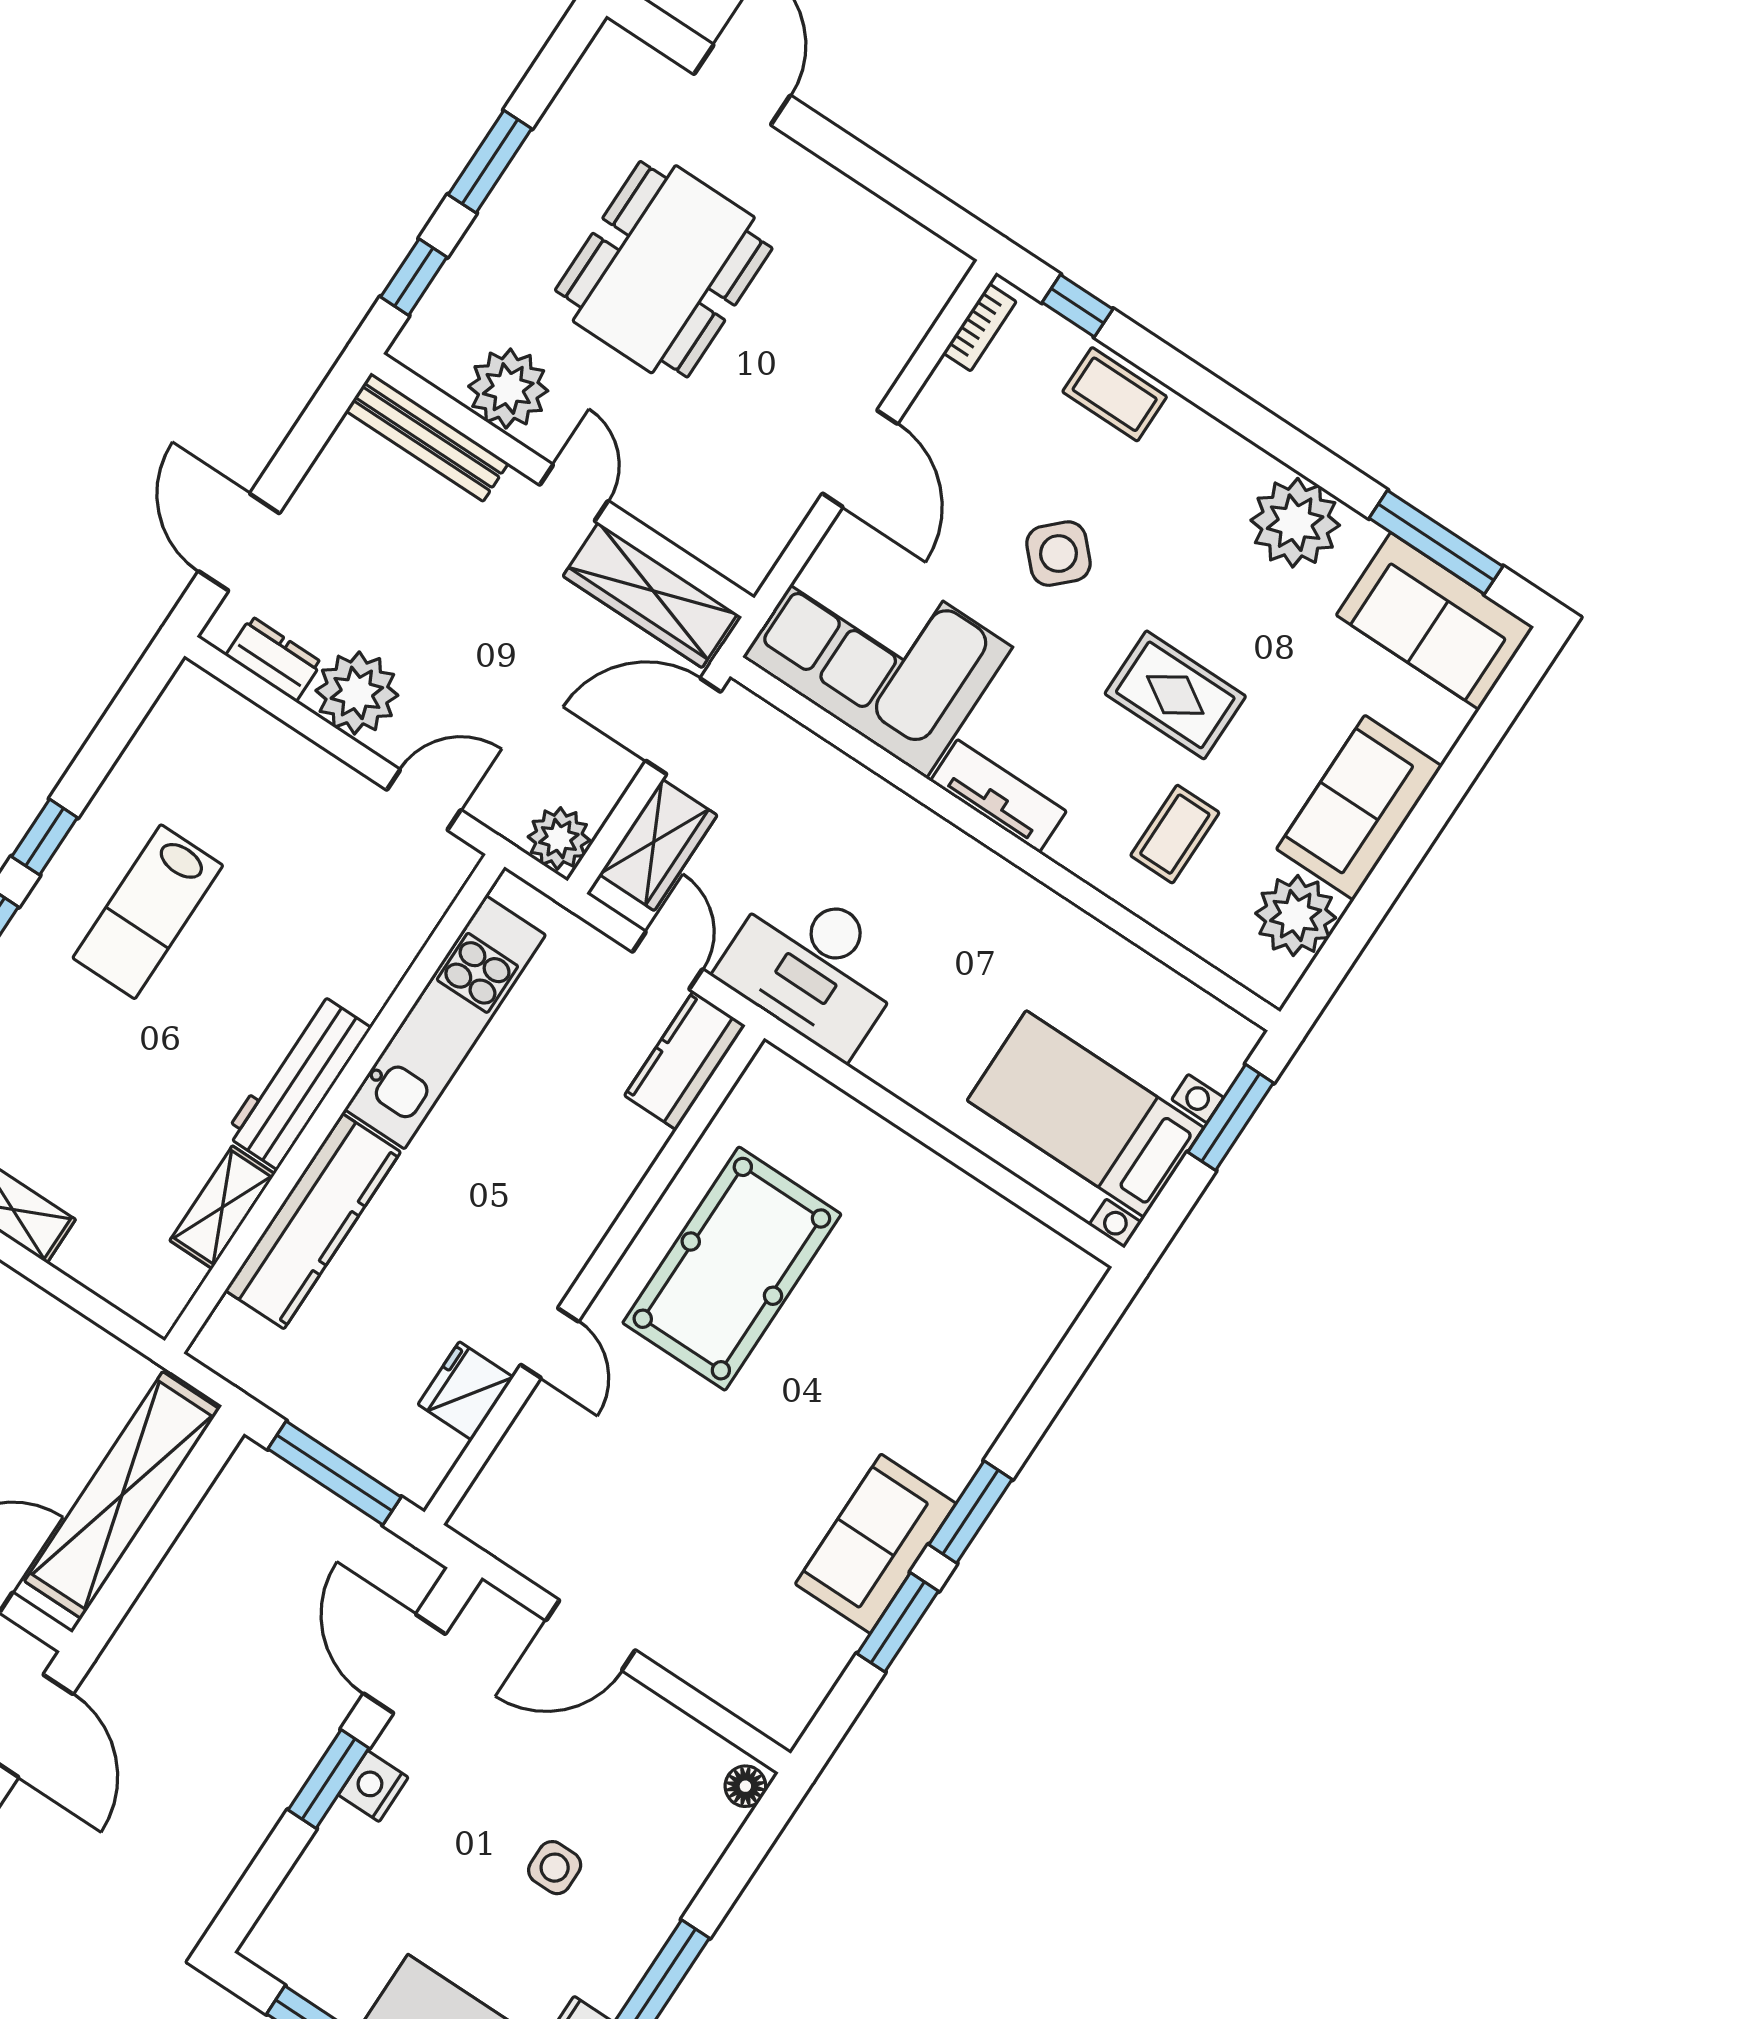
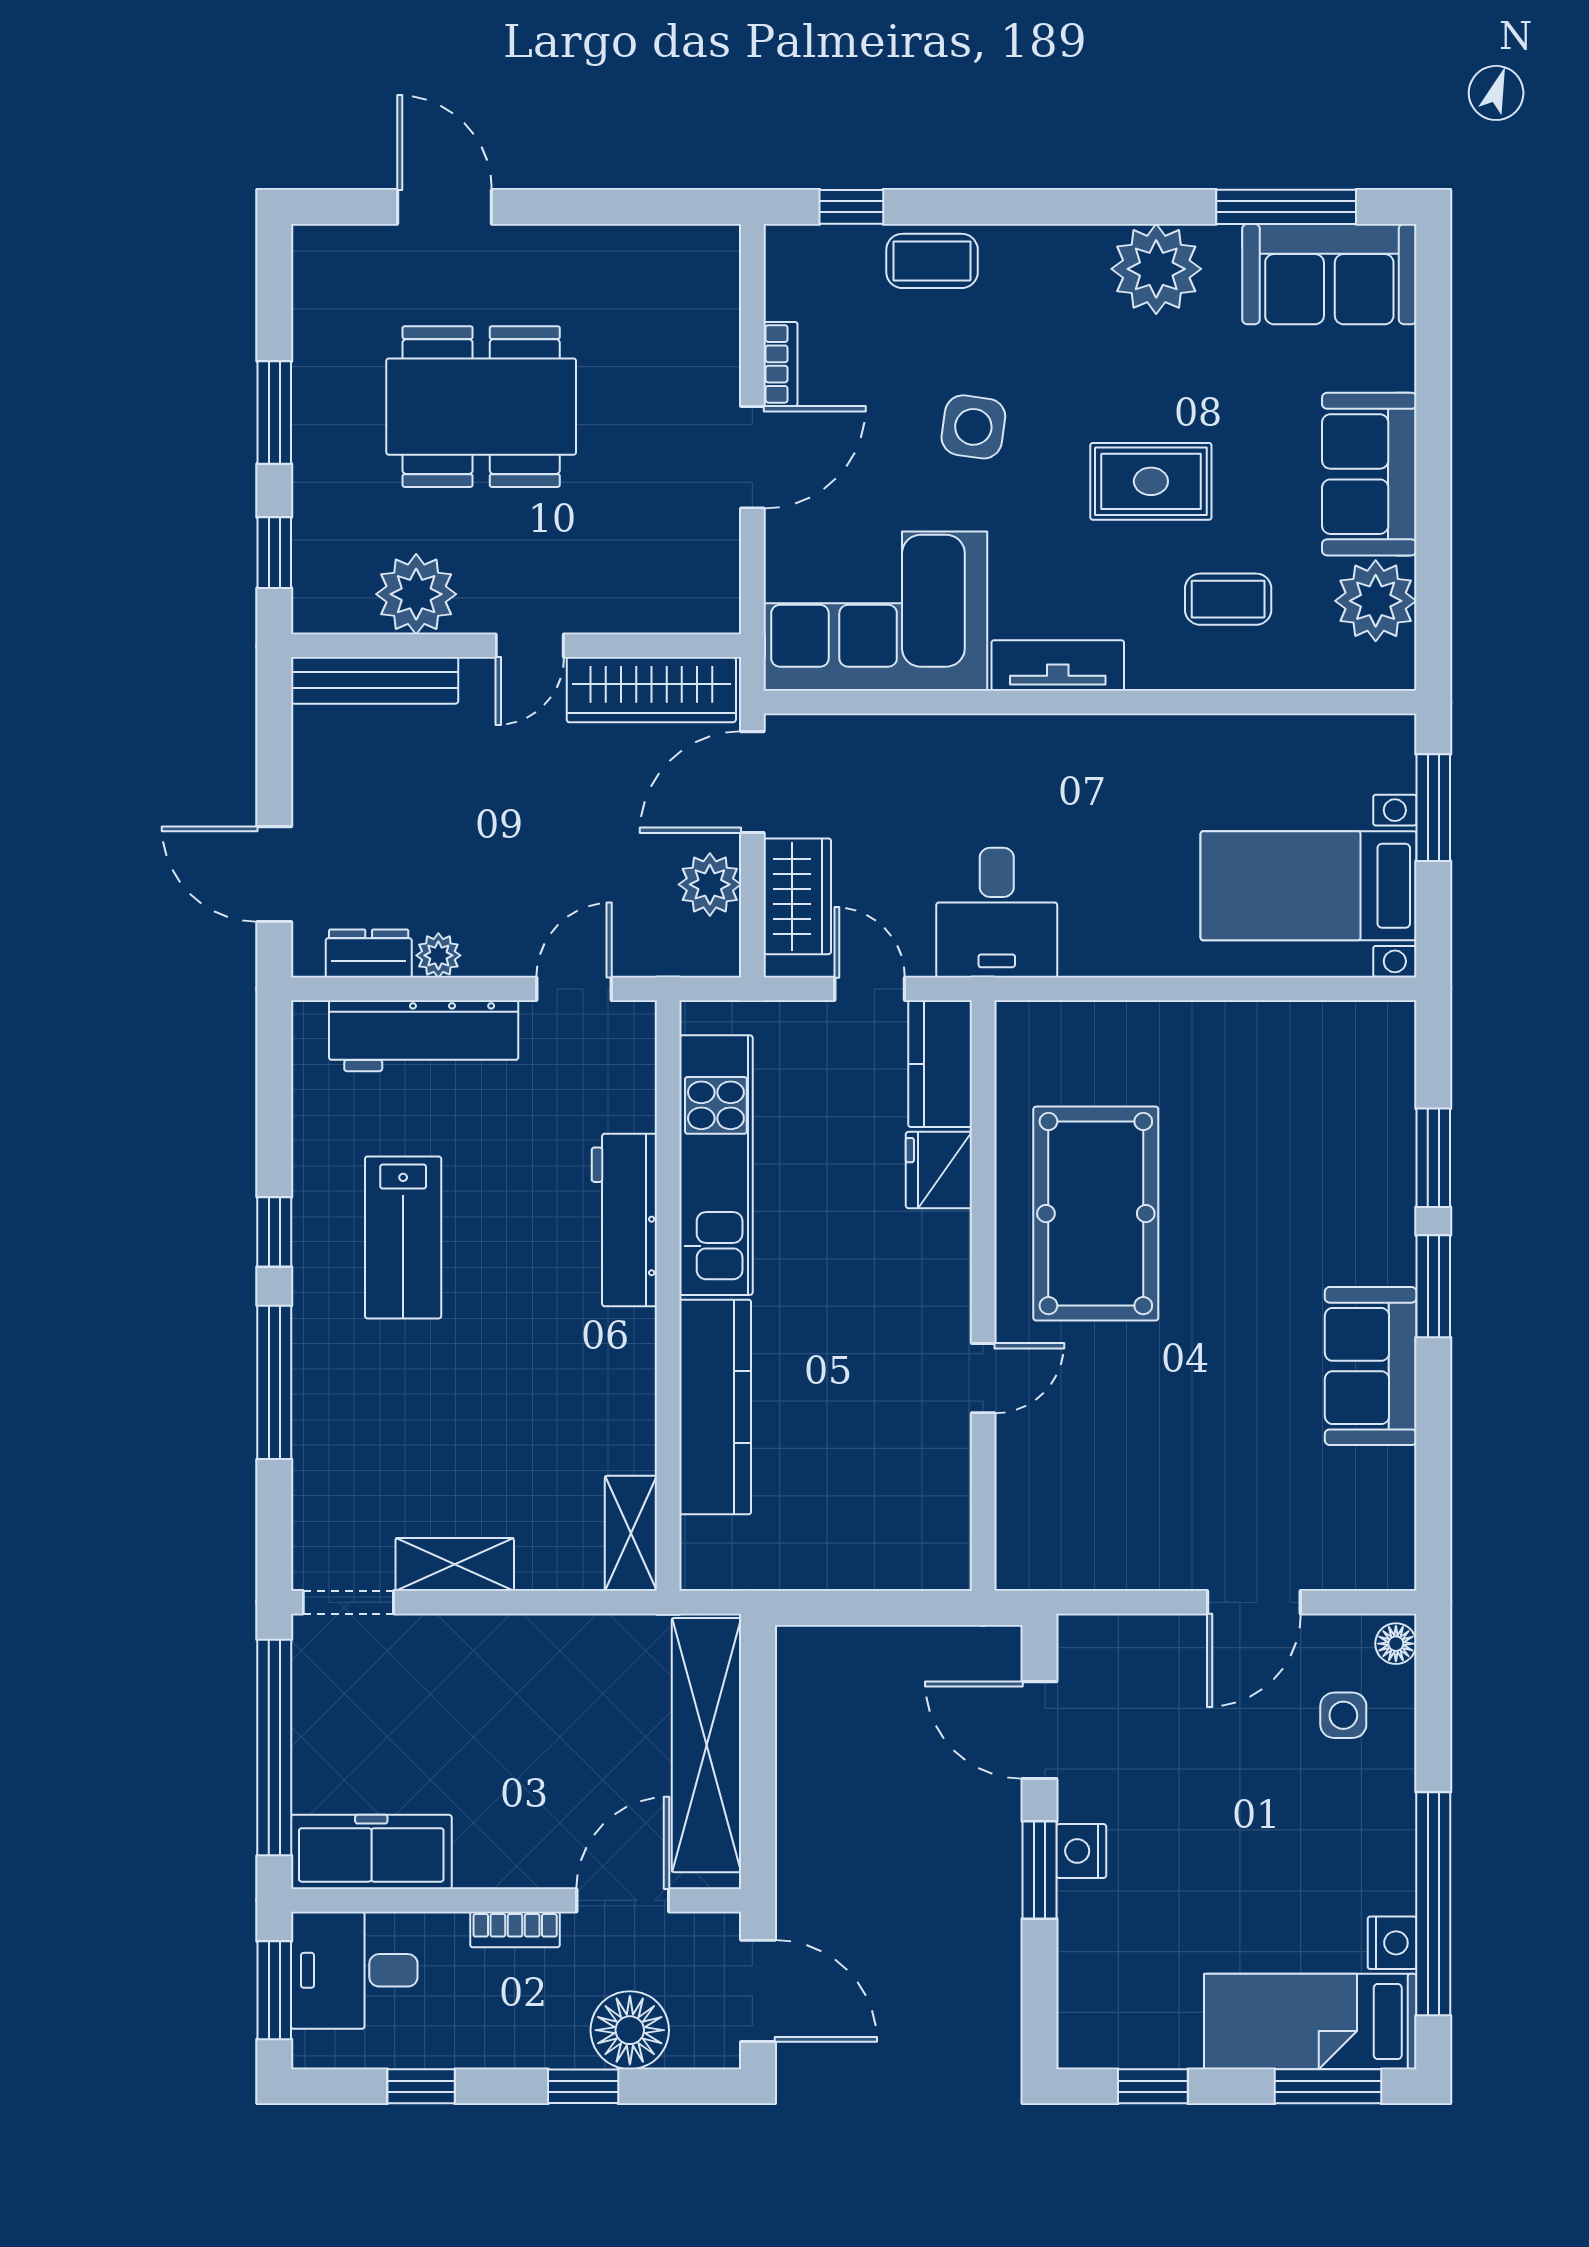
dining table: (664, 269) -> (481, 407), turned 90
bookcase: (980, 327) -> (781, 364), moved
door: (860, 459) -> (752, 457), hinge flipped
door: (574, 493) -> (530, 646), swing flipped
side table: (1058, 554) -> (973, 427), turned -38
plant: (357, 693) -> (438, 955), width x0.53, depth x0.53
workbench: (274, 757) -> (424, 1036), added
coffee table: (1175, 834) -> (1228, 599), turned 90
plant: (559, 838) -> (710, 884), moved
desk: (814, 967) -> (997, 913), width x0.73
workbench: (298, 1081) -> (624, 1220), moved
shelving: (222, 1207) -> (631, 1533), moved
door: (549, 1343) -> (983, 1378), hinge flipped
fridge: (466, 1391) -> (939, 1170), moved
window: (334, 1473) -> (874, 1608), removed
window: (898, 1622) -> (1433, 1158), moved
door: (591, 1635) -> (1254, 1602), moved
side table: (555, 1868) -> (1343, 1715), moved

